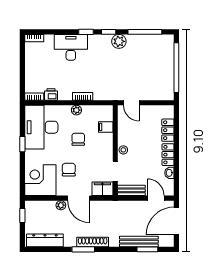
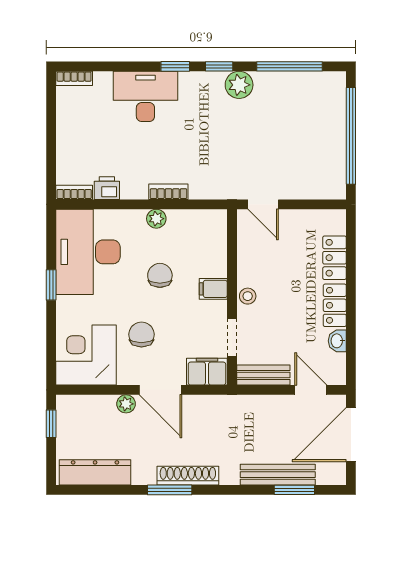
filing cabinet: (106, 127) -> (213, 289), moved

